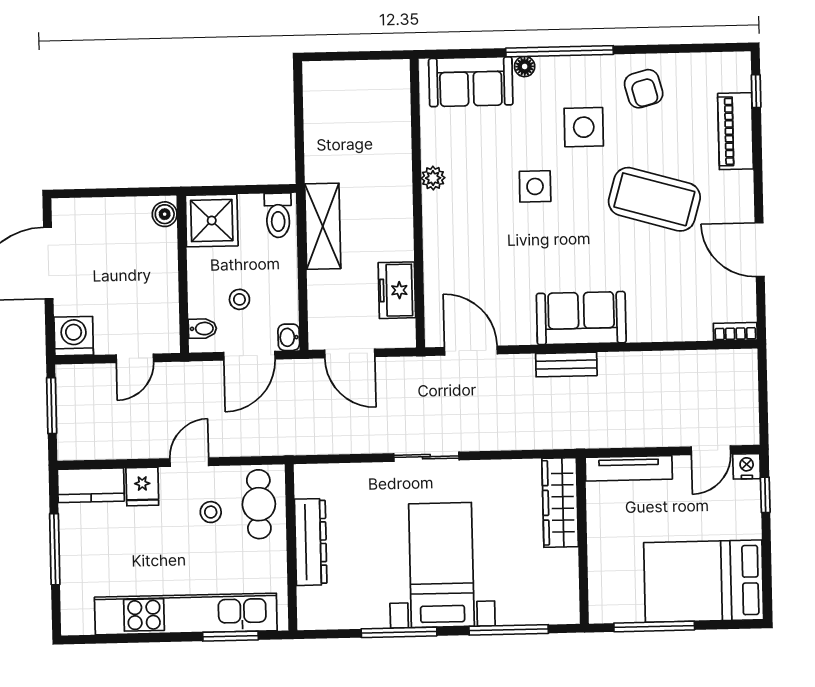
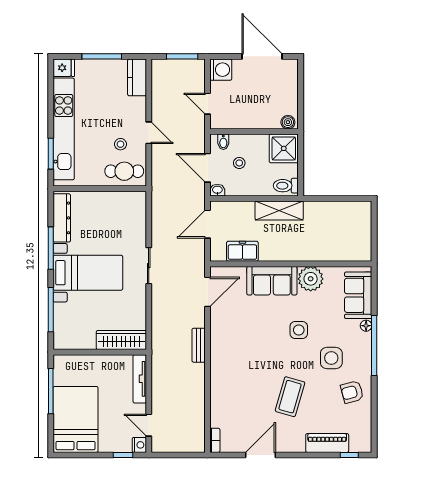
plant: (433, 178) -> (311, 279), width x1.88, depth x1.88
coffee table: (654, 199) -> (290, 397), width x0.73, depth x0.76
sofa: (581, 318) -> (272, 281), moved, turned 90
fridge: (142, 487) -> (64, 68), moved, turned 180
dresser: (311, 542) -> (62, 218), moved, turned -90

